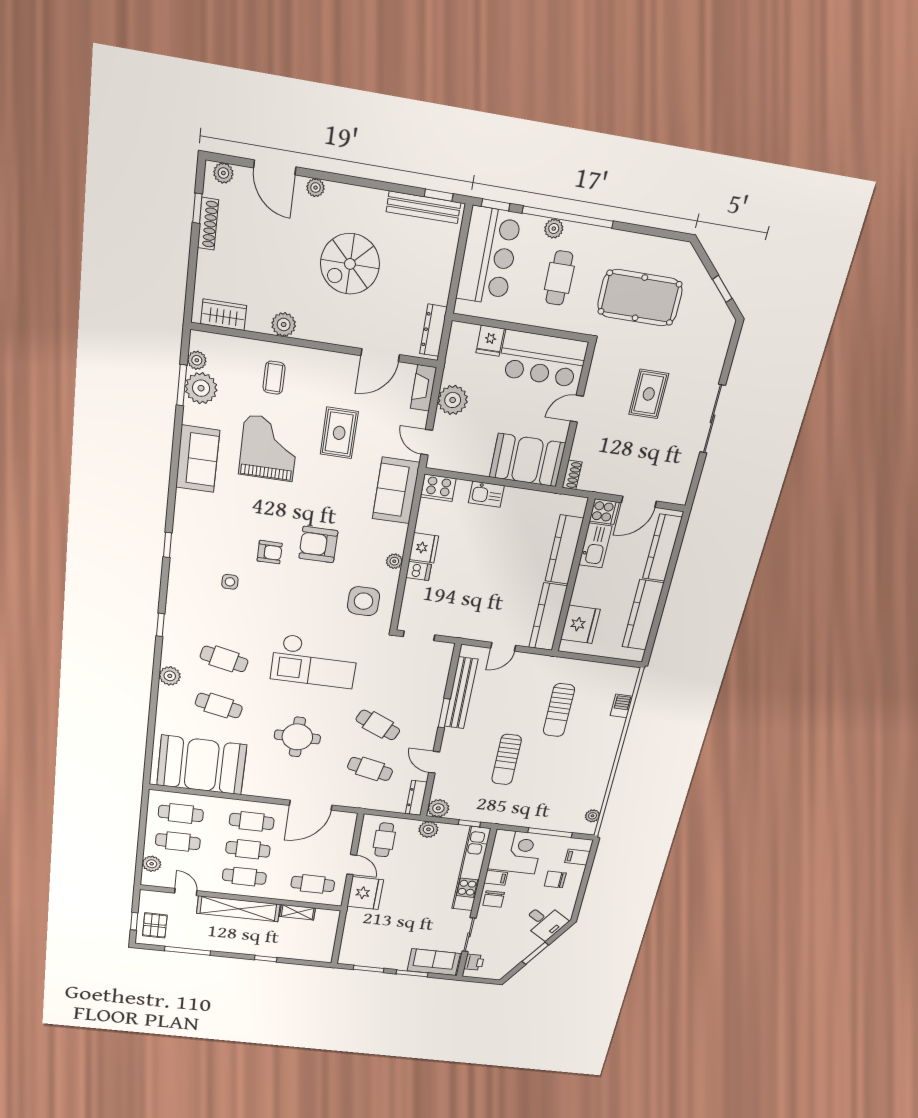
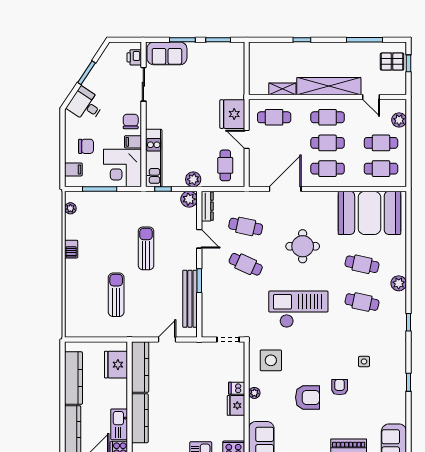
armchair: (270, 552) -> (340, 387), turned 90
barbecue: (621, 706) -> (71, 249), moved
kitchen unit: (471, 869) -> (154, 158), width x0.73
pallet: (155, 925) -> (392, 62), turned 90

